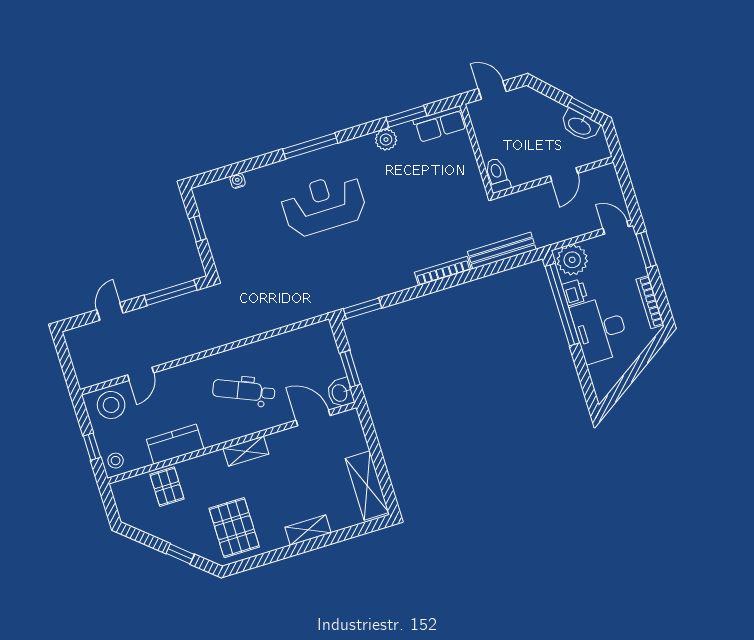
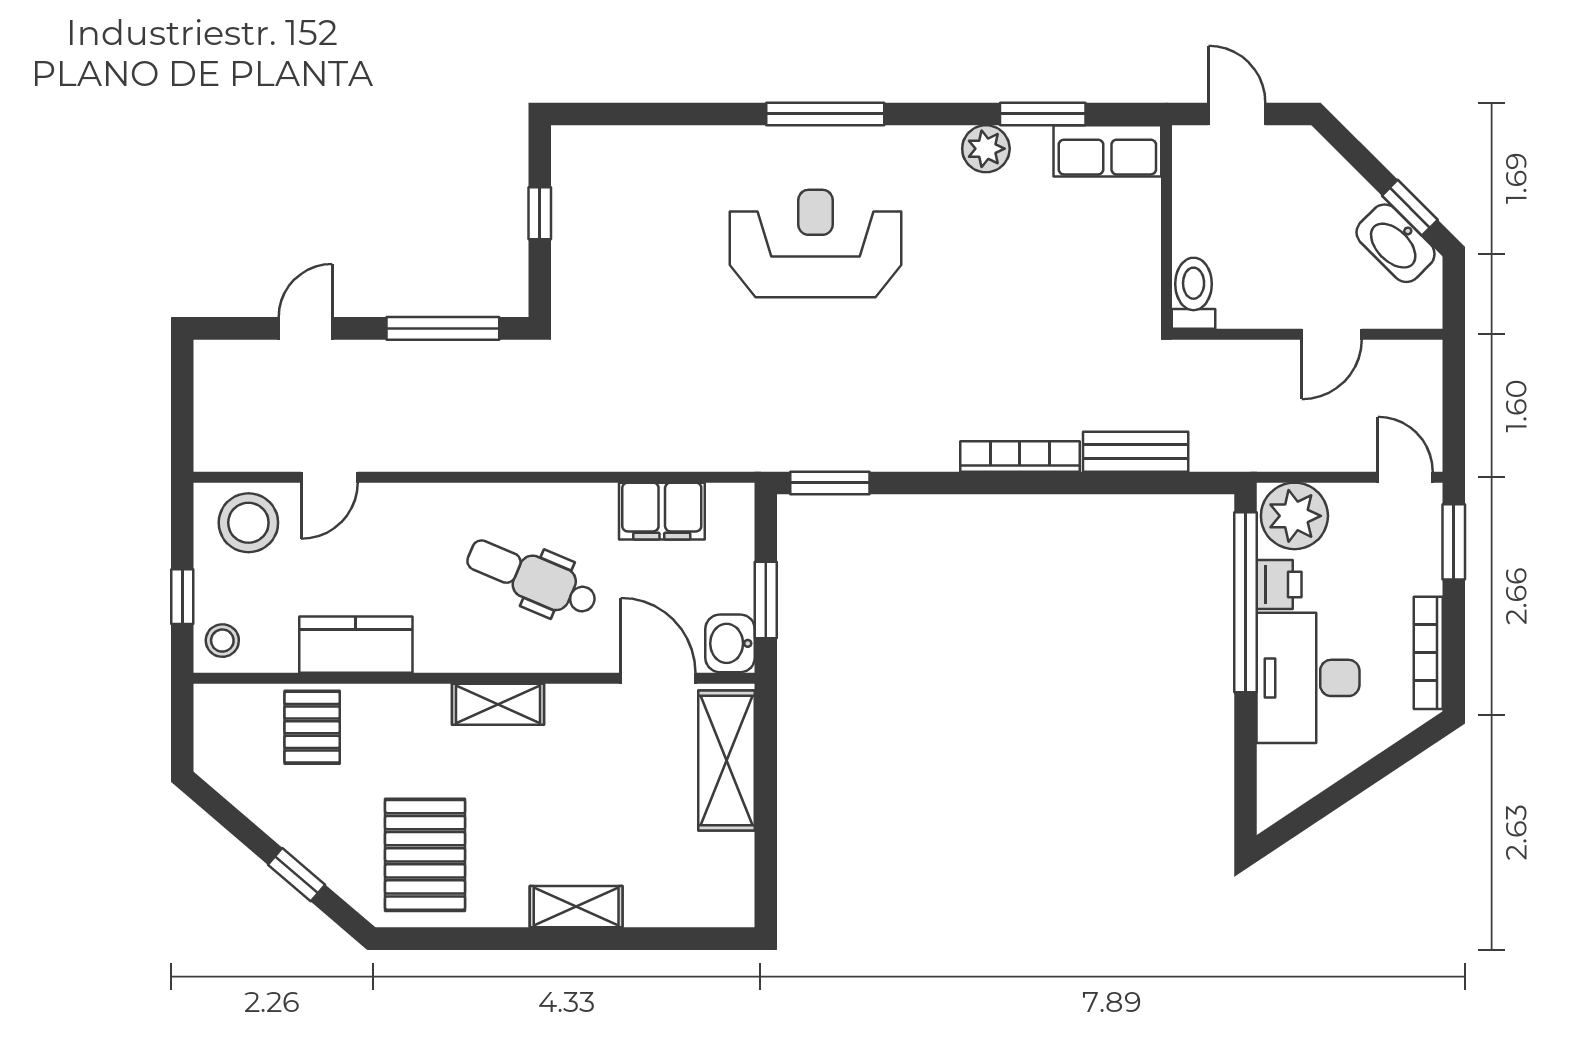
water cooler: (238, 181) -> (653, 140), removed
bench: (502, 250) -> (1136, 452), width x0.73
filing cabinet: (292, 344) -> (662, 511), added
shelving: (367, 485) -> (727, 760), moved

